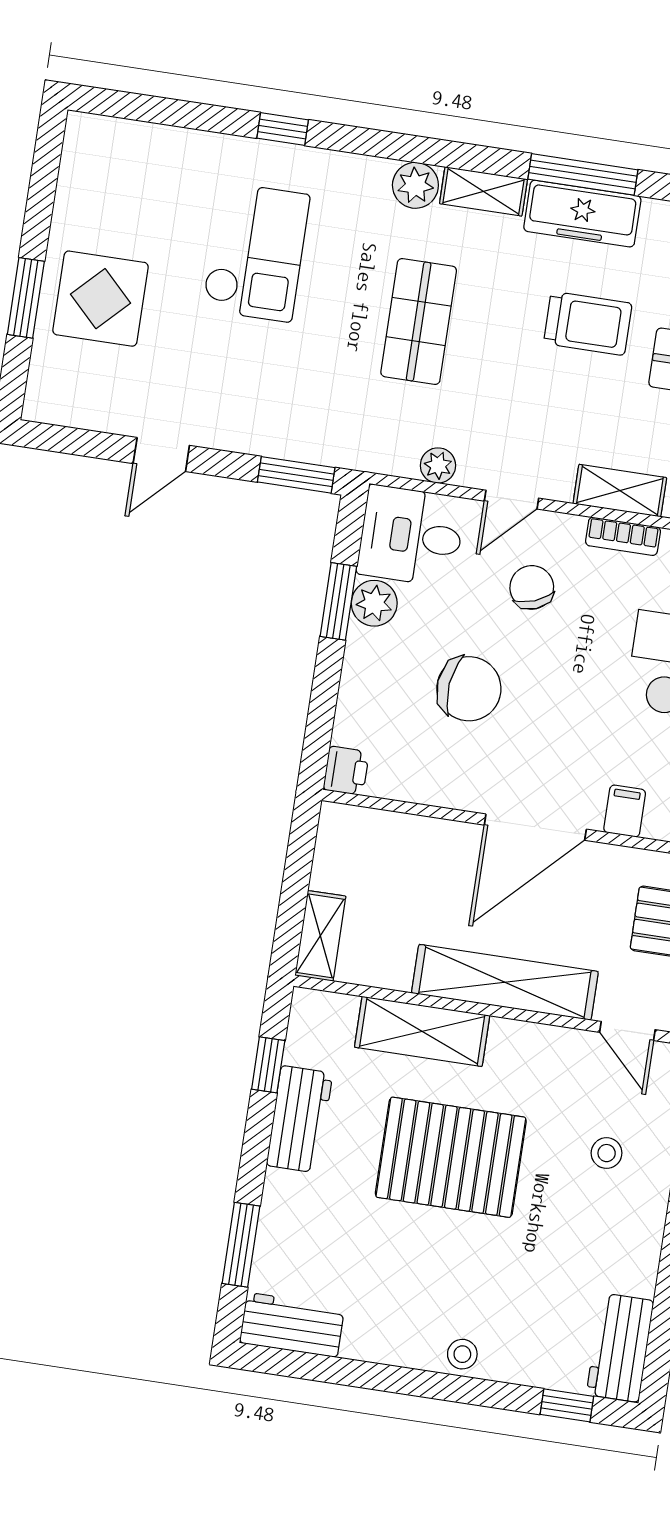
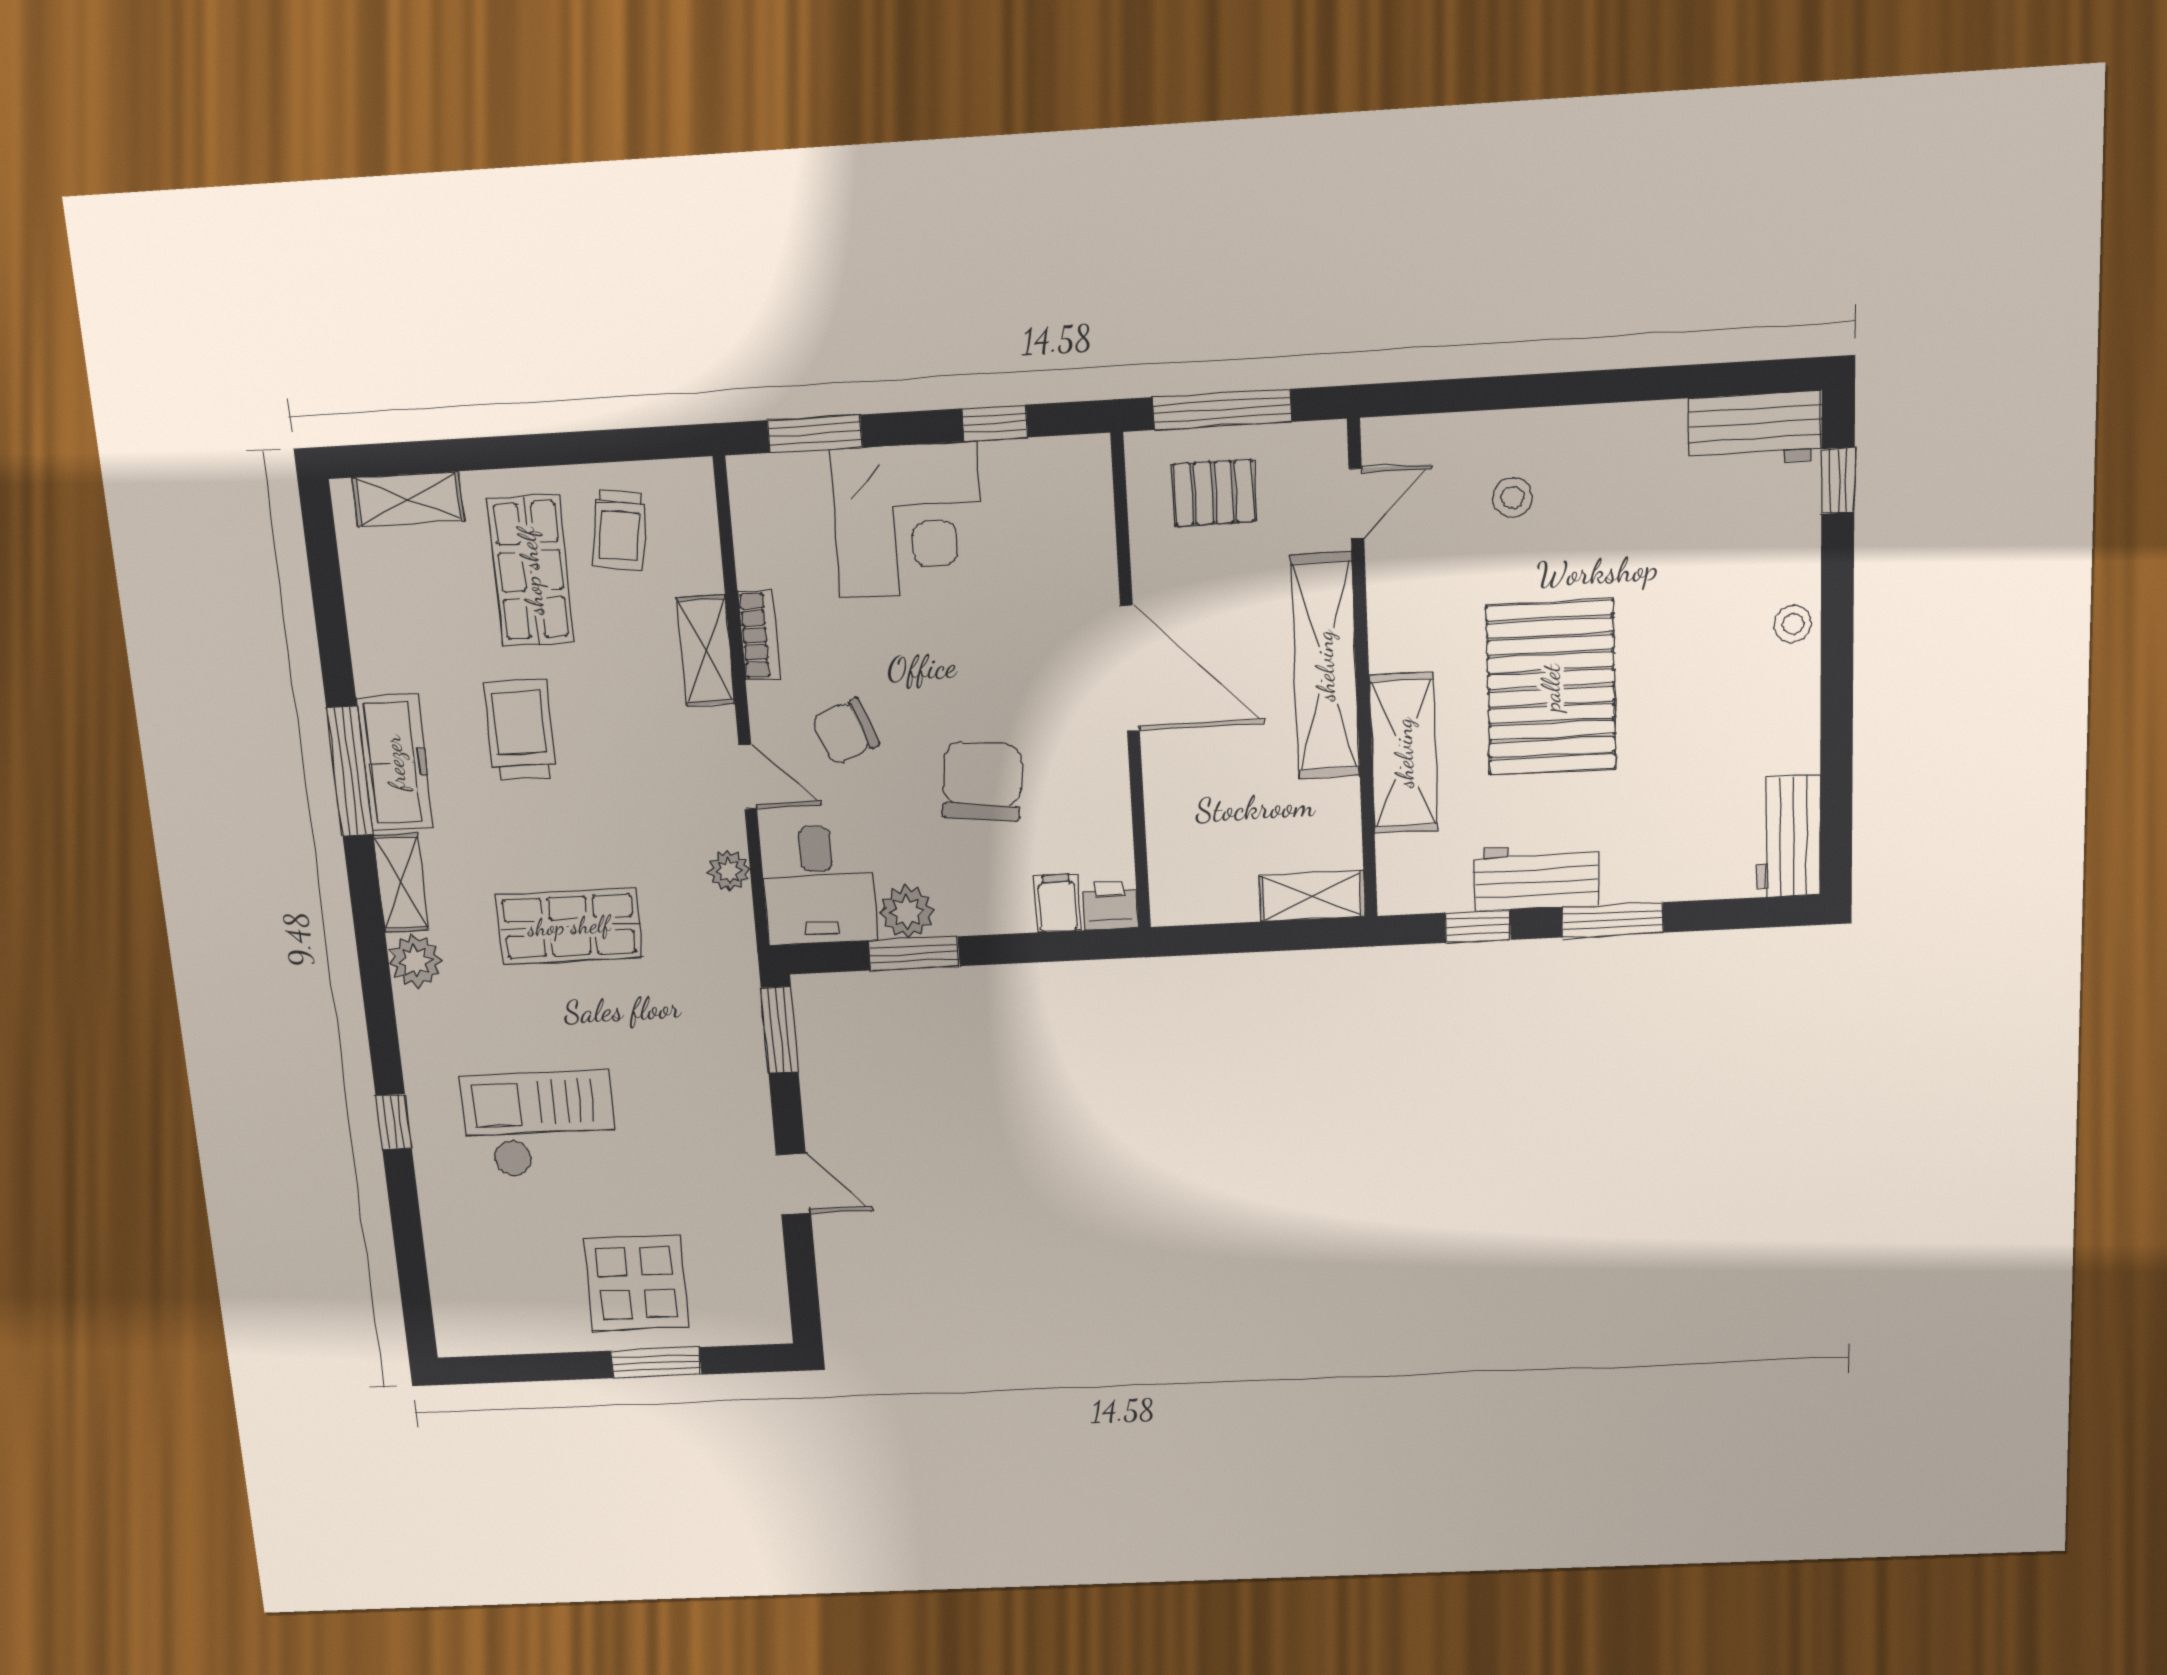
filing cabinet: (625, 811) -> (1057, 903), moved, turned 90
window: (241, 1245) -> (1613, 920), moved

